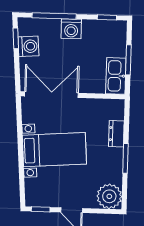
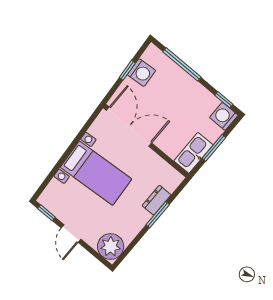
washing machine: (71, 29) -> (224, 116), moved, turned 90
window: (16, 38) -> (127, 70), moved
window: (125, 158) -> (158, 215), moved

